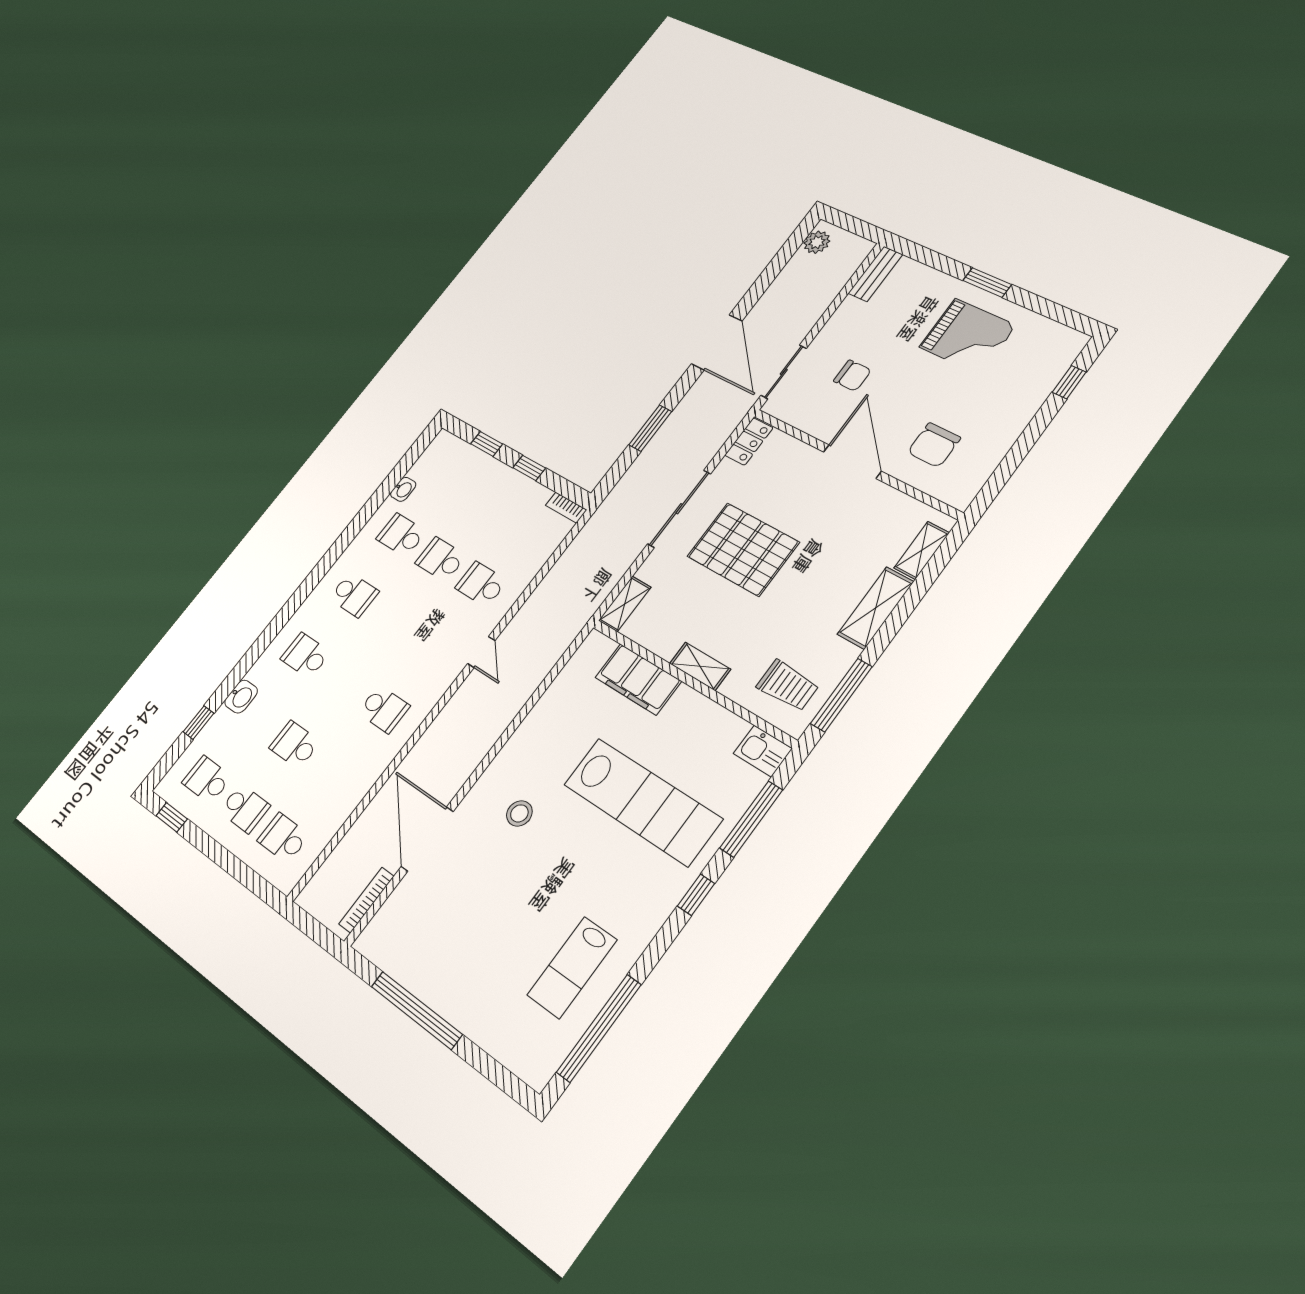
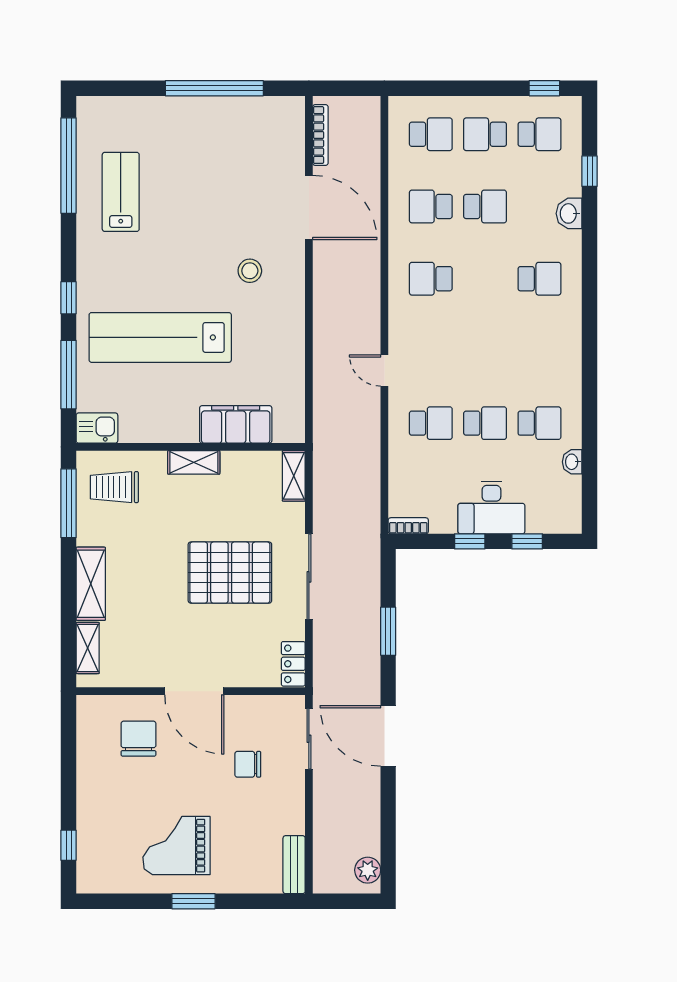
desk: (491, 486) -> (491, 507), added
school desk: (354, 595) -> (431, 206), moved

